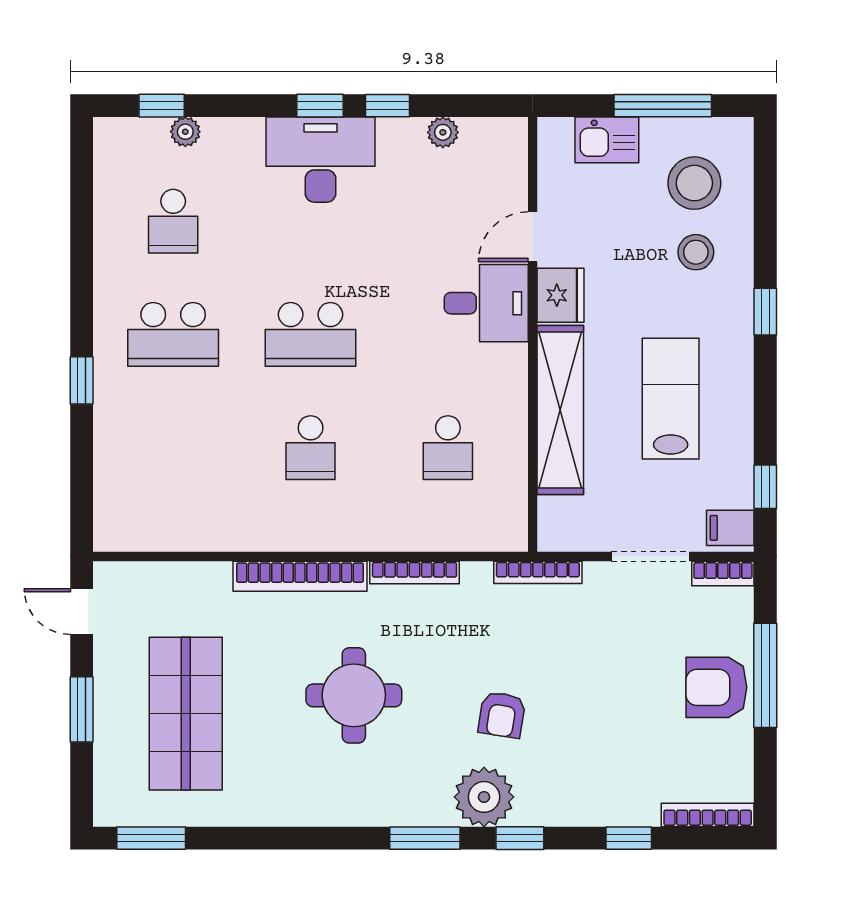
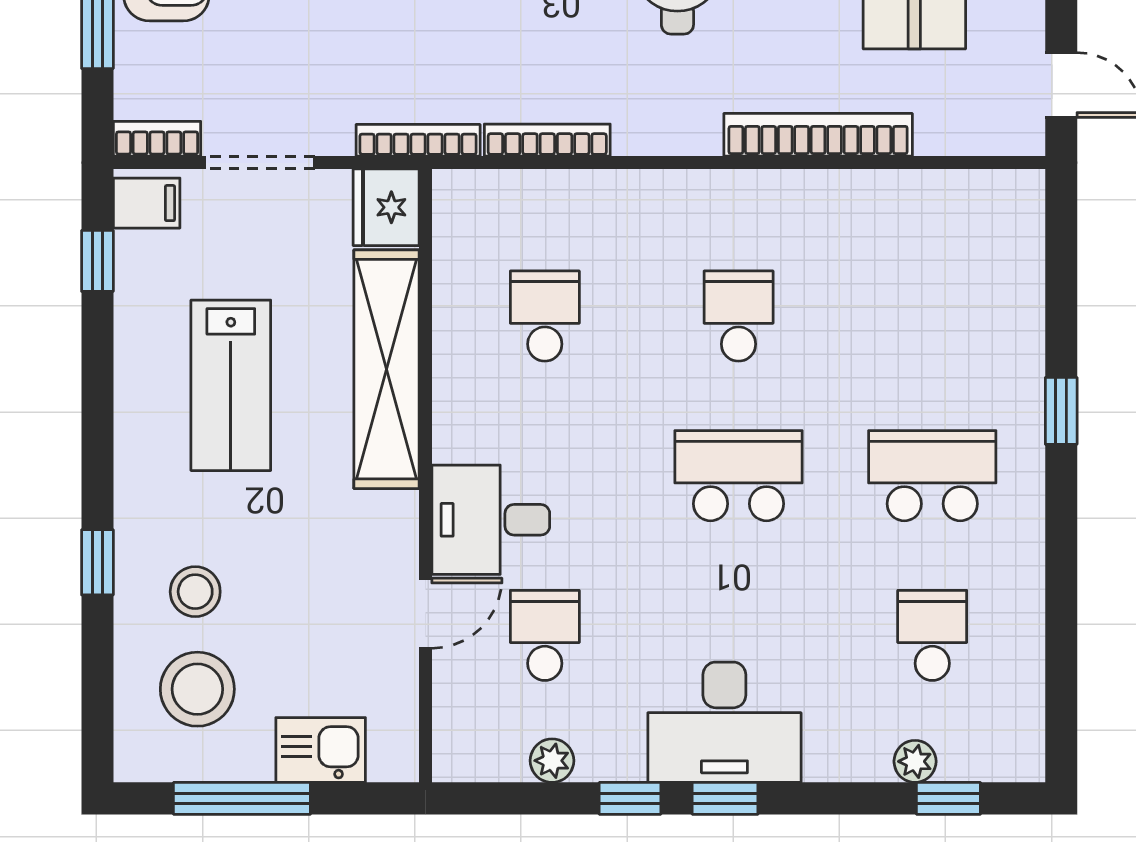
school desk: (448, 221) -> (545, 635), added
fridge: (561, 295) -> (386, 207), moved
window: (765, 312) -> (97, 562), moved
bookcase: (414, 572) -> (547, 140), moved
bookcase: (300, 576) -> (818, 135), moved

